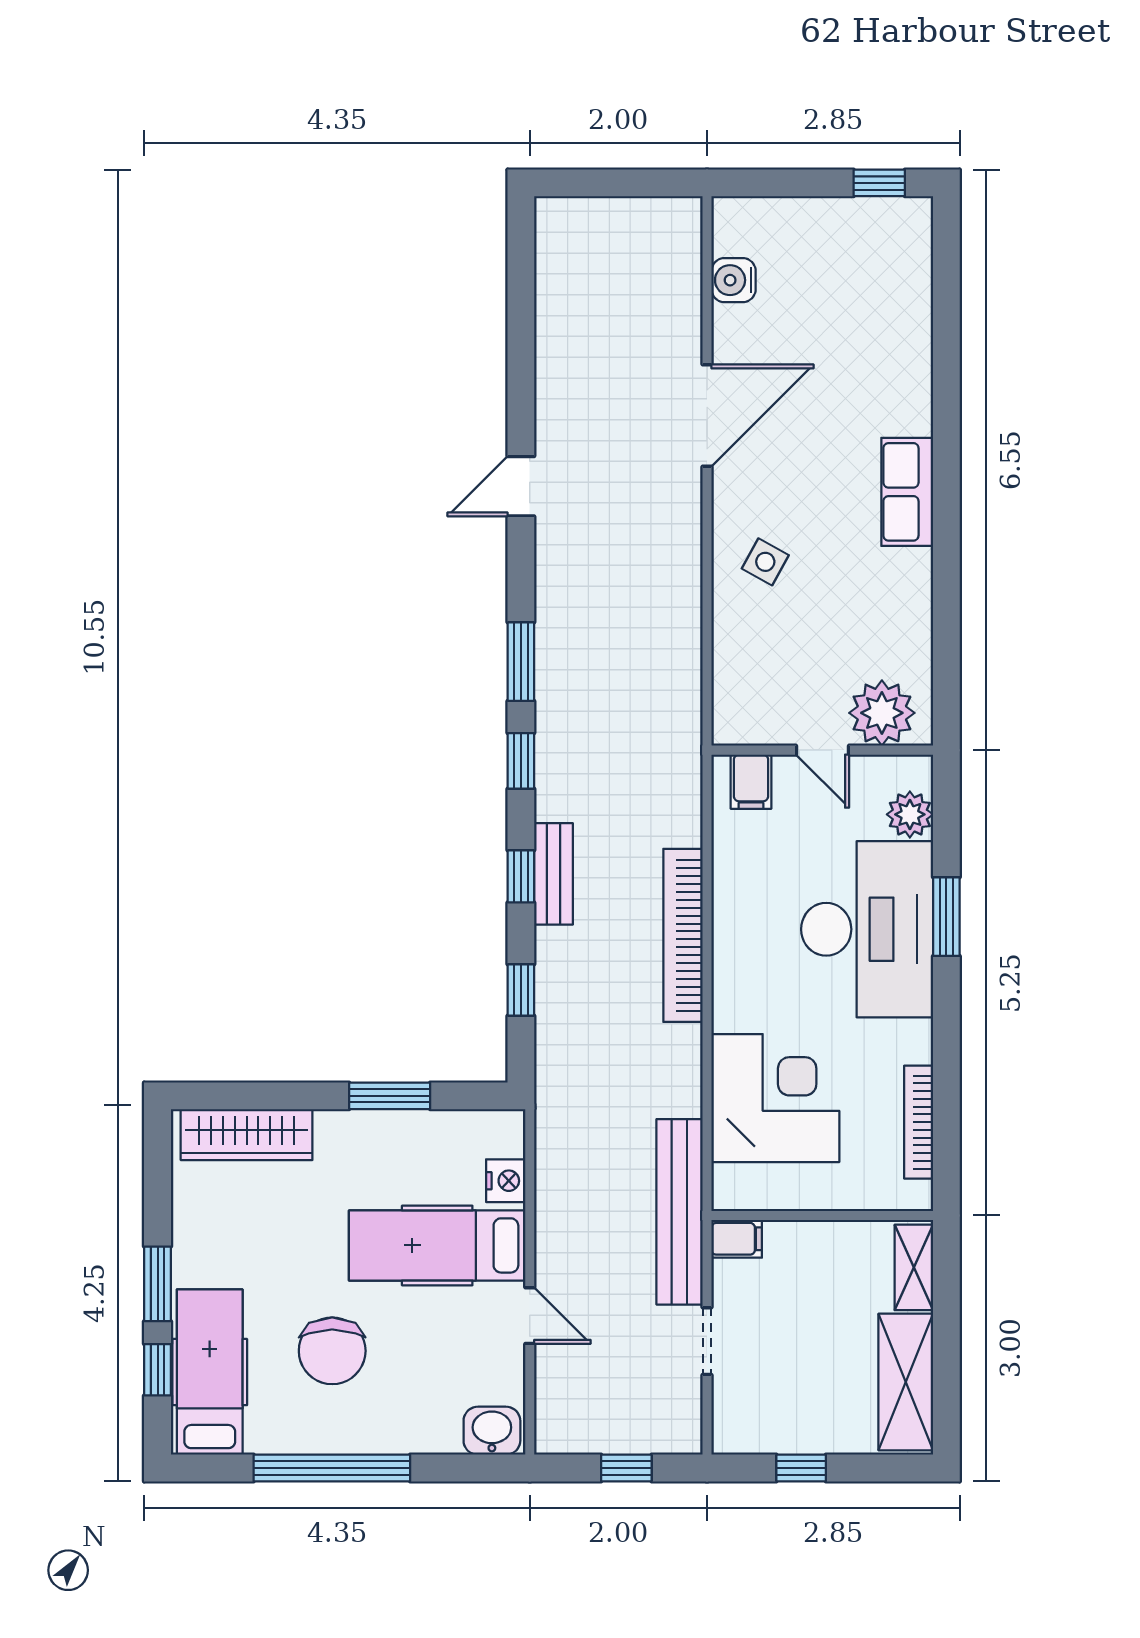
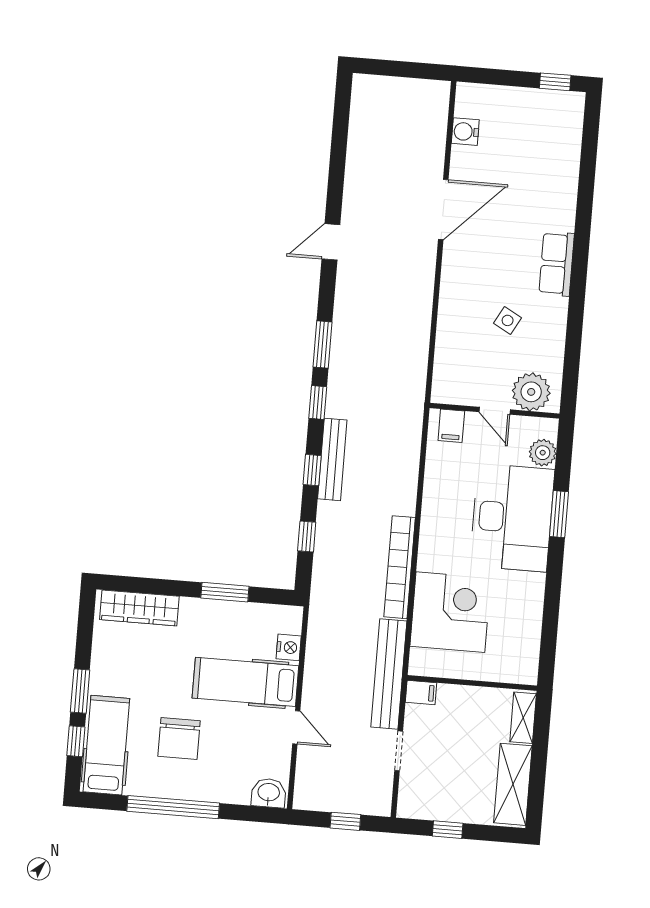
side table: (765, 562) -> (508, 320), moved
bench: (554, 874) -> (332, 459), width x1.36
bookcase: (683, 935) -> (400, 567), moved
bookcase: (919, 1122) -> (533, 633), removed

